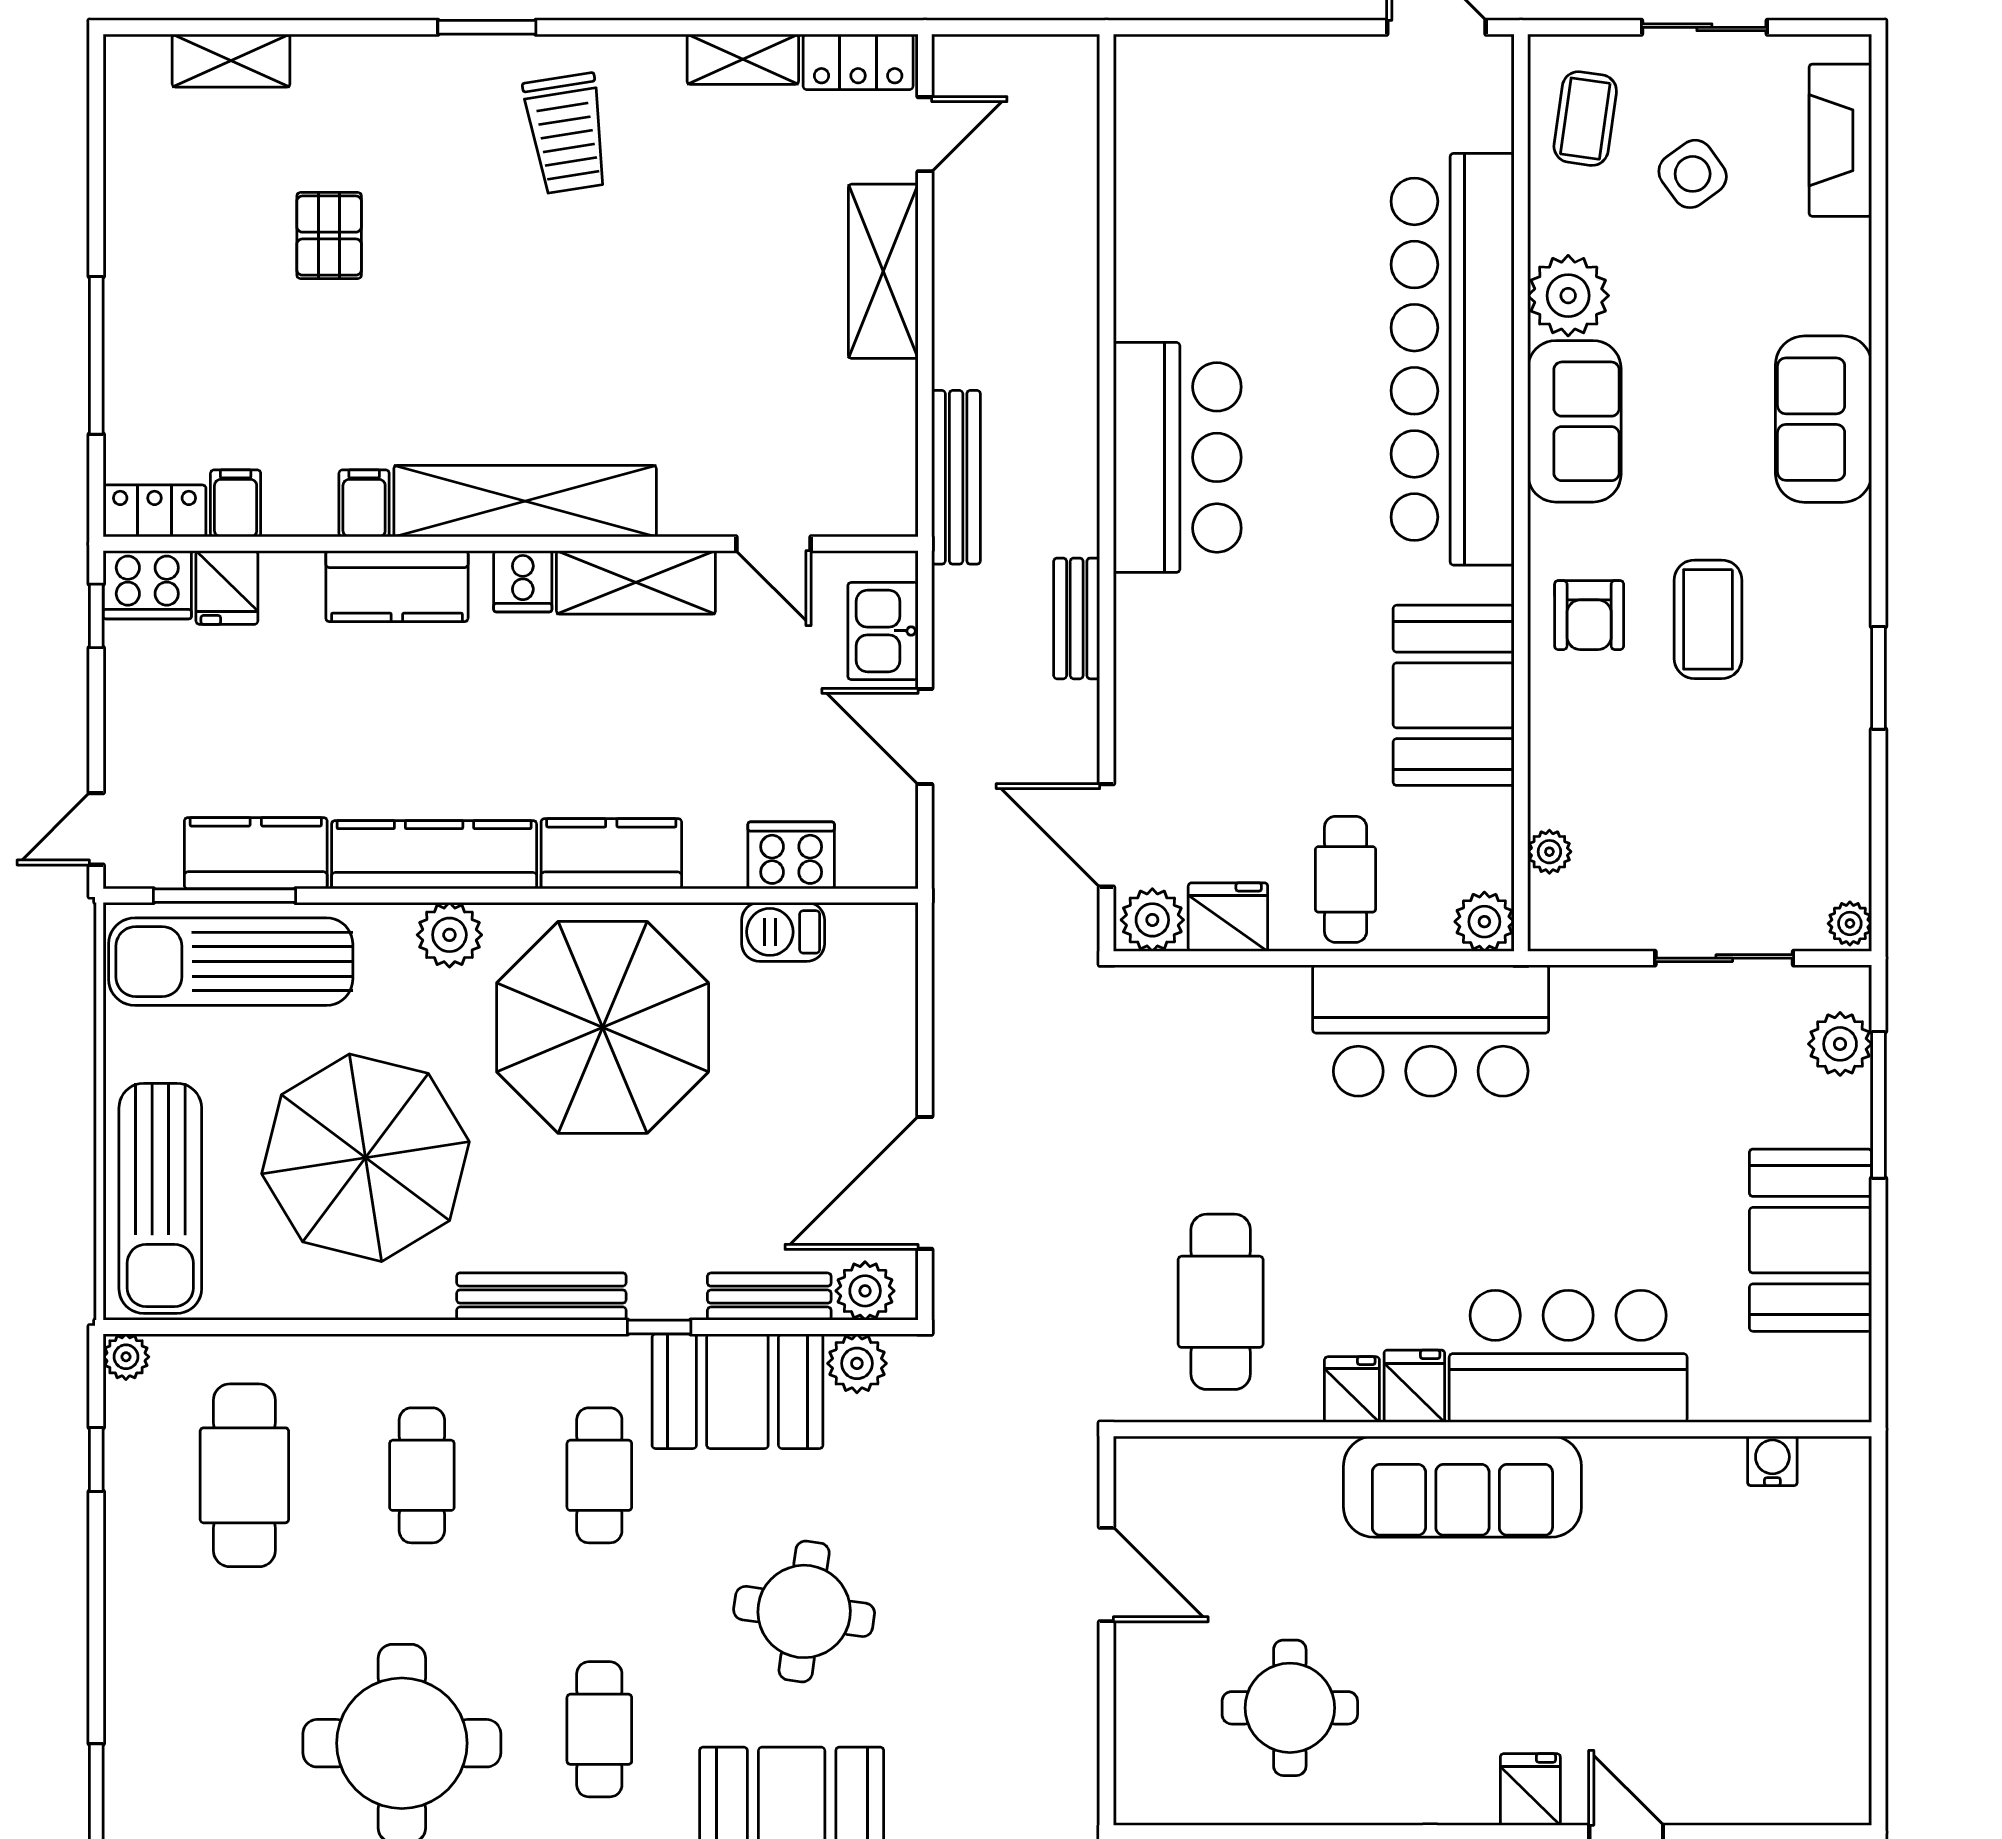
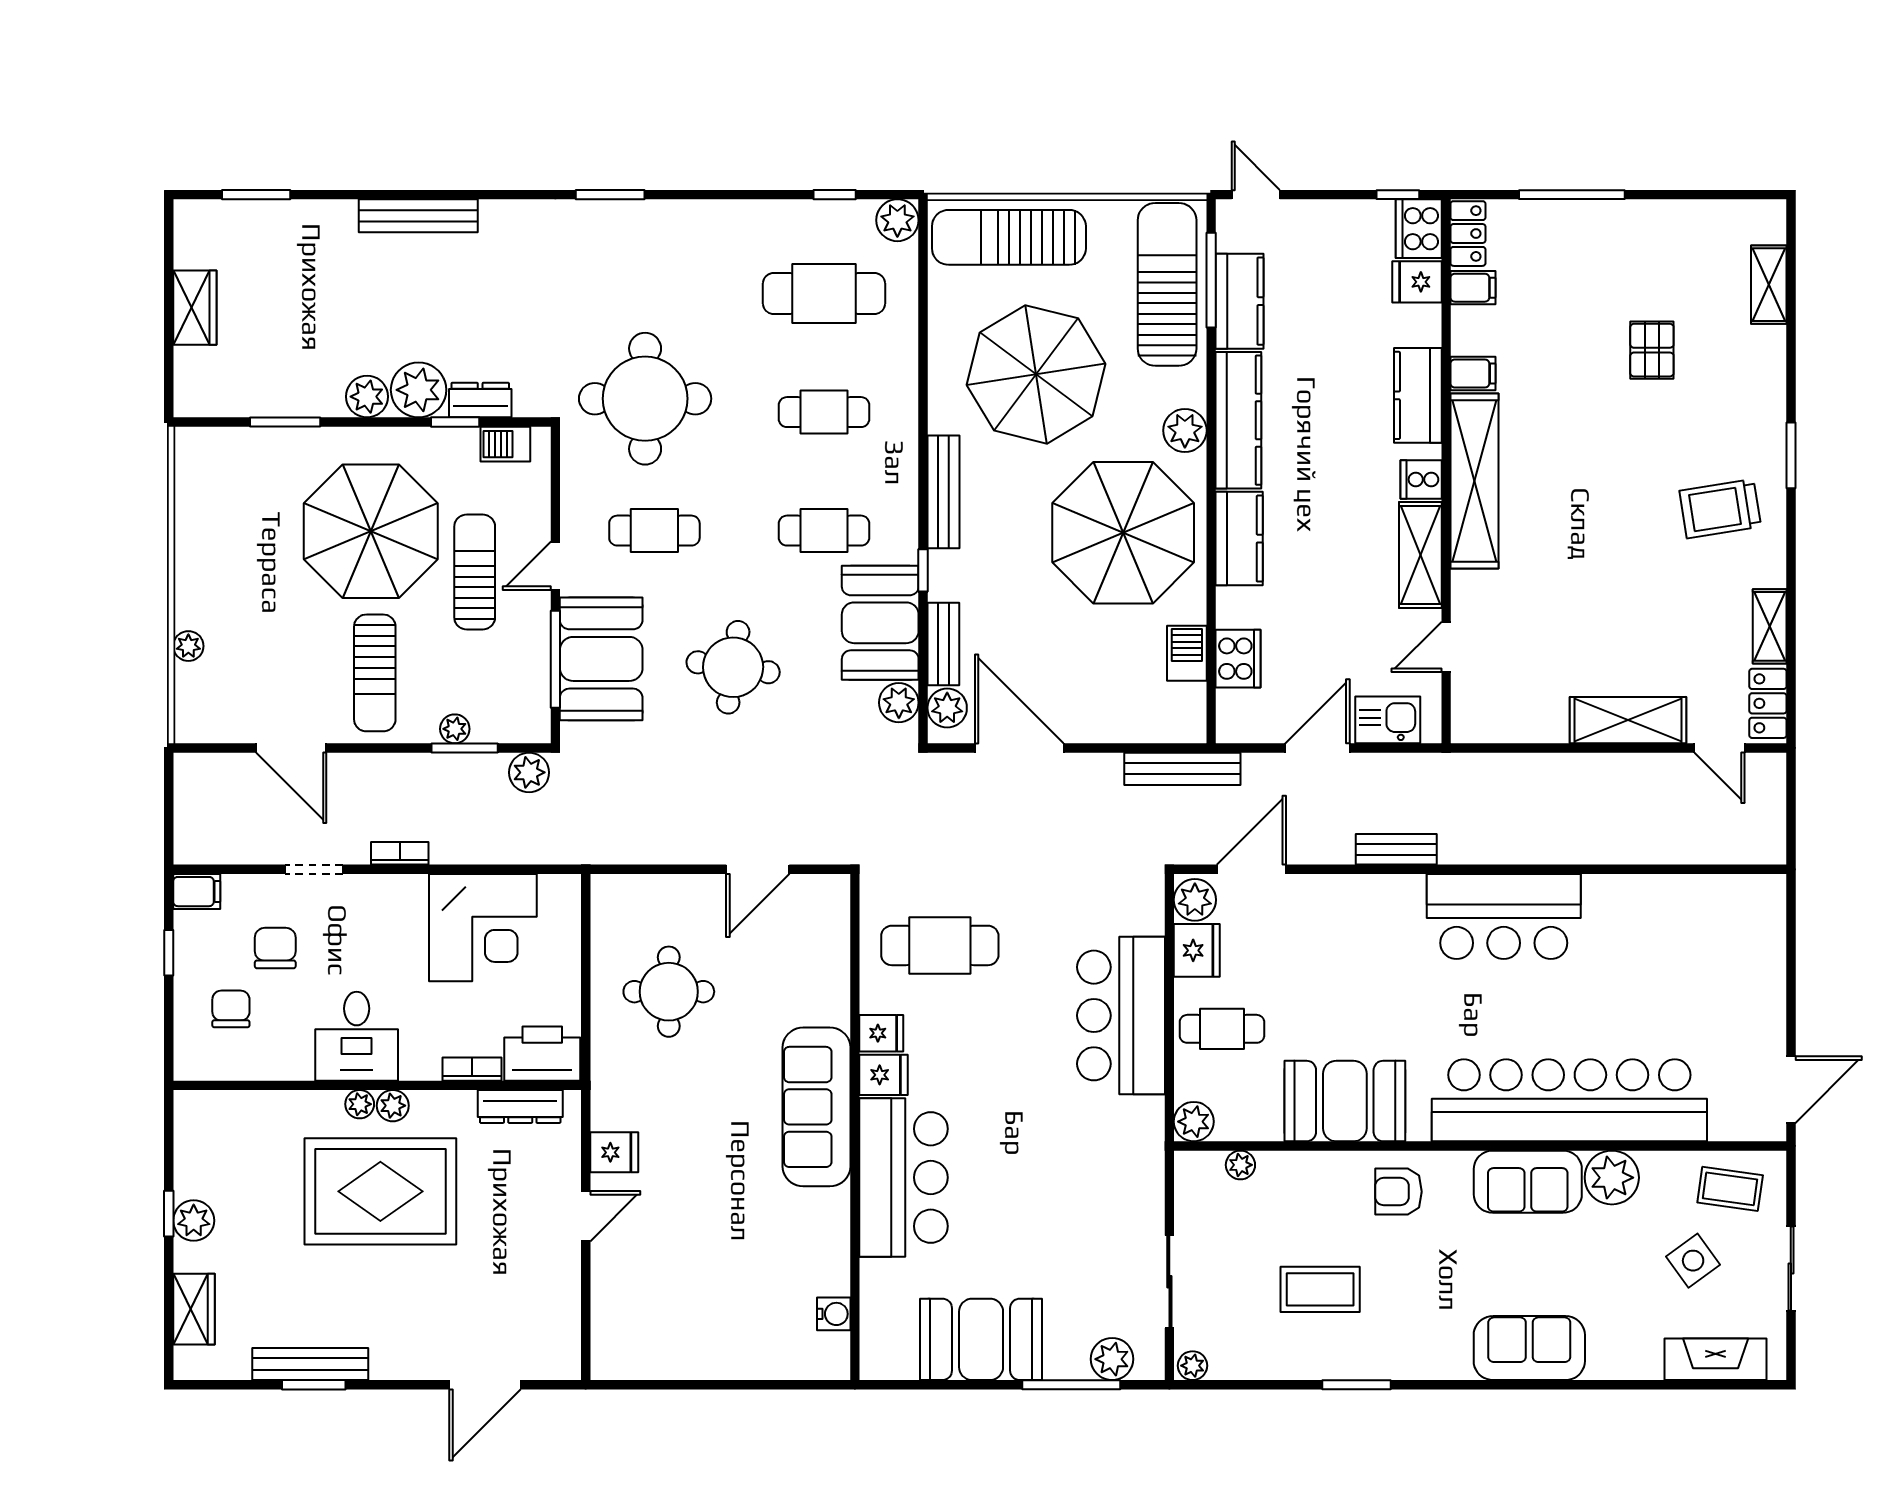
pallet: (329, 236) -> (1652, 350), turned 90
bench: (956, 477) -> (1182, 769), moved
coffee table: (1708, 619) -> (1320, 1289), moved
bar counter: (1431, 1030) -> (1121, 1015), moved
plant: (126, 1357) -> (897, 220), width x1.38, depth x1.38

